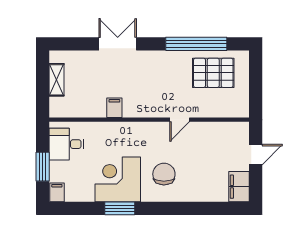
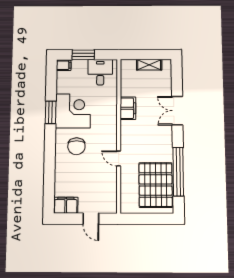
double door: (118, 44) -> (177, 111), swing flipped
pallet: (213, 73) -> (156, 185), width x1.37, depth x1.41
filing cabinet: (114, 108) -> (128, 108), width x2.00
chair: (164, 174) -> (76, 146), turned 90

